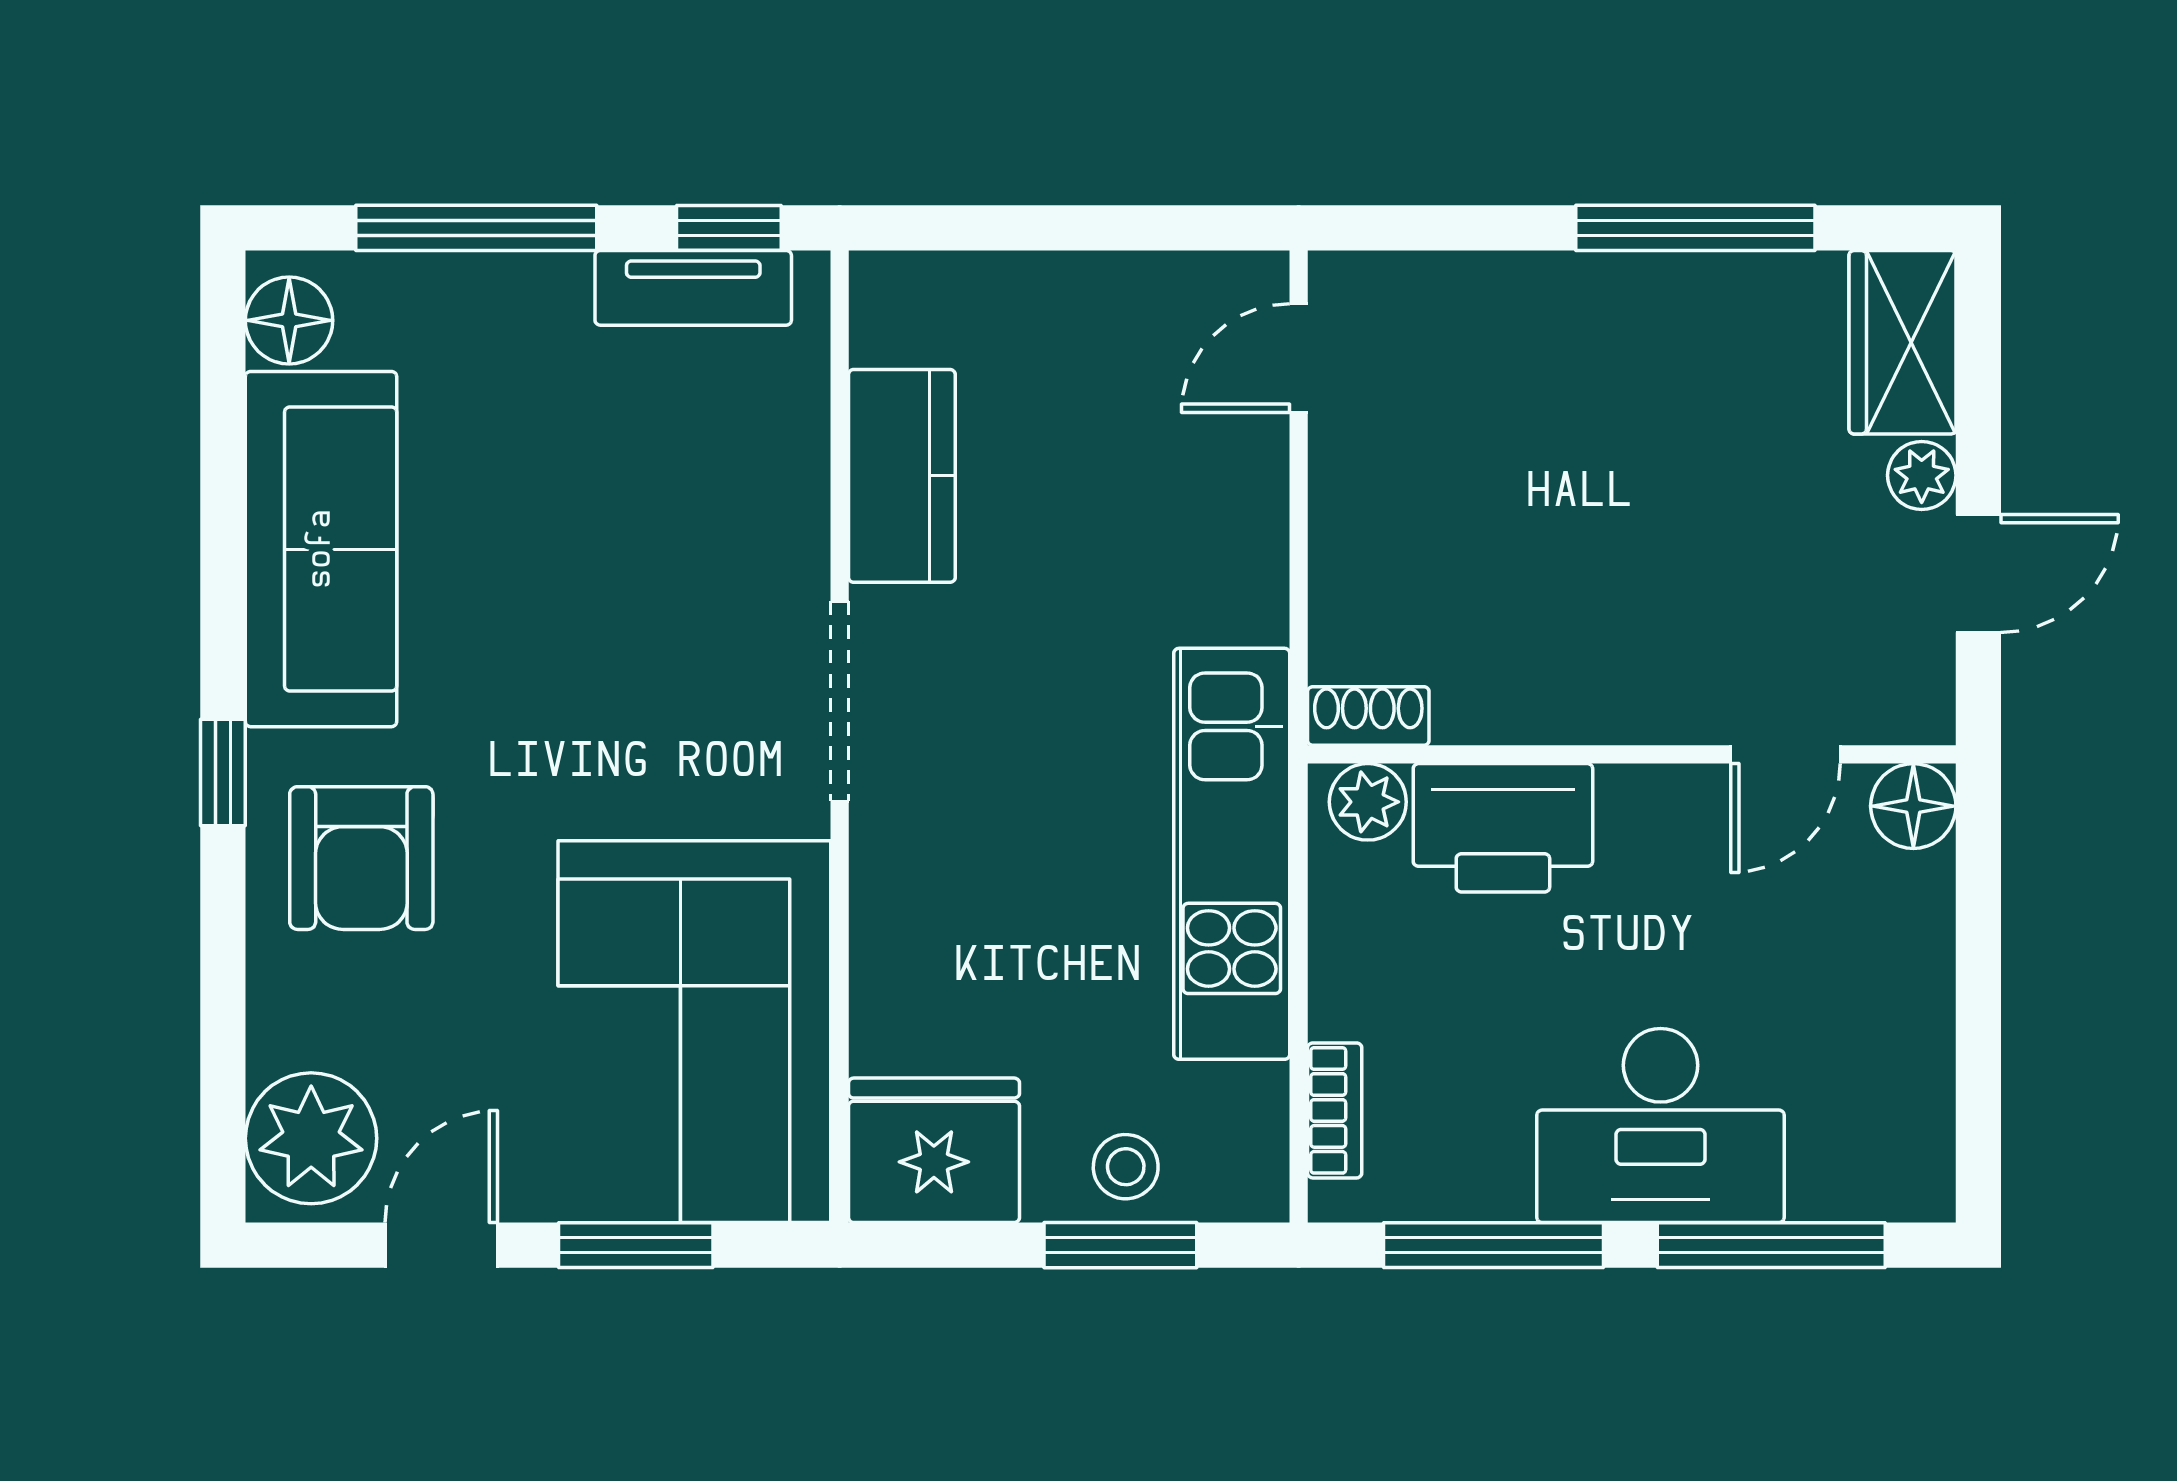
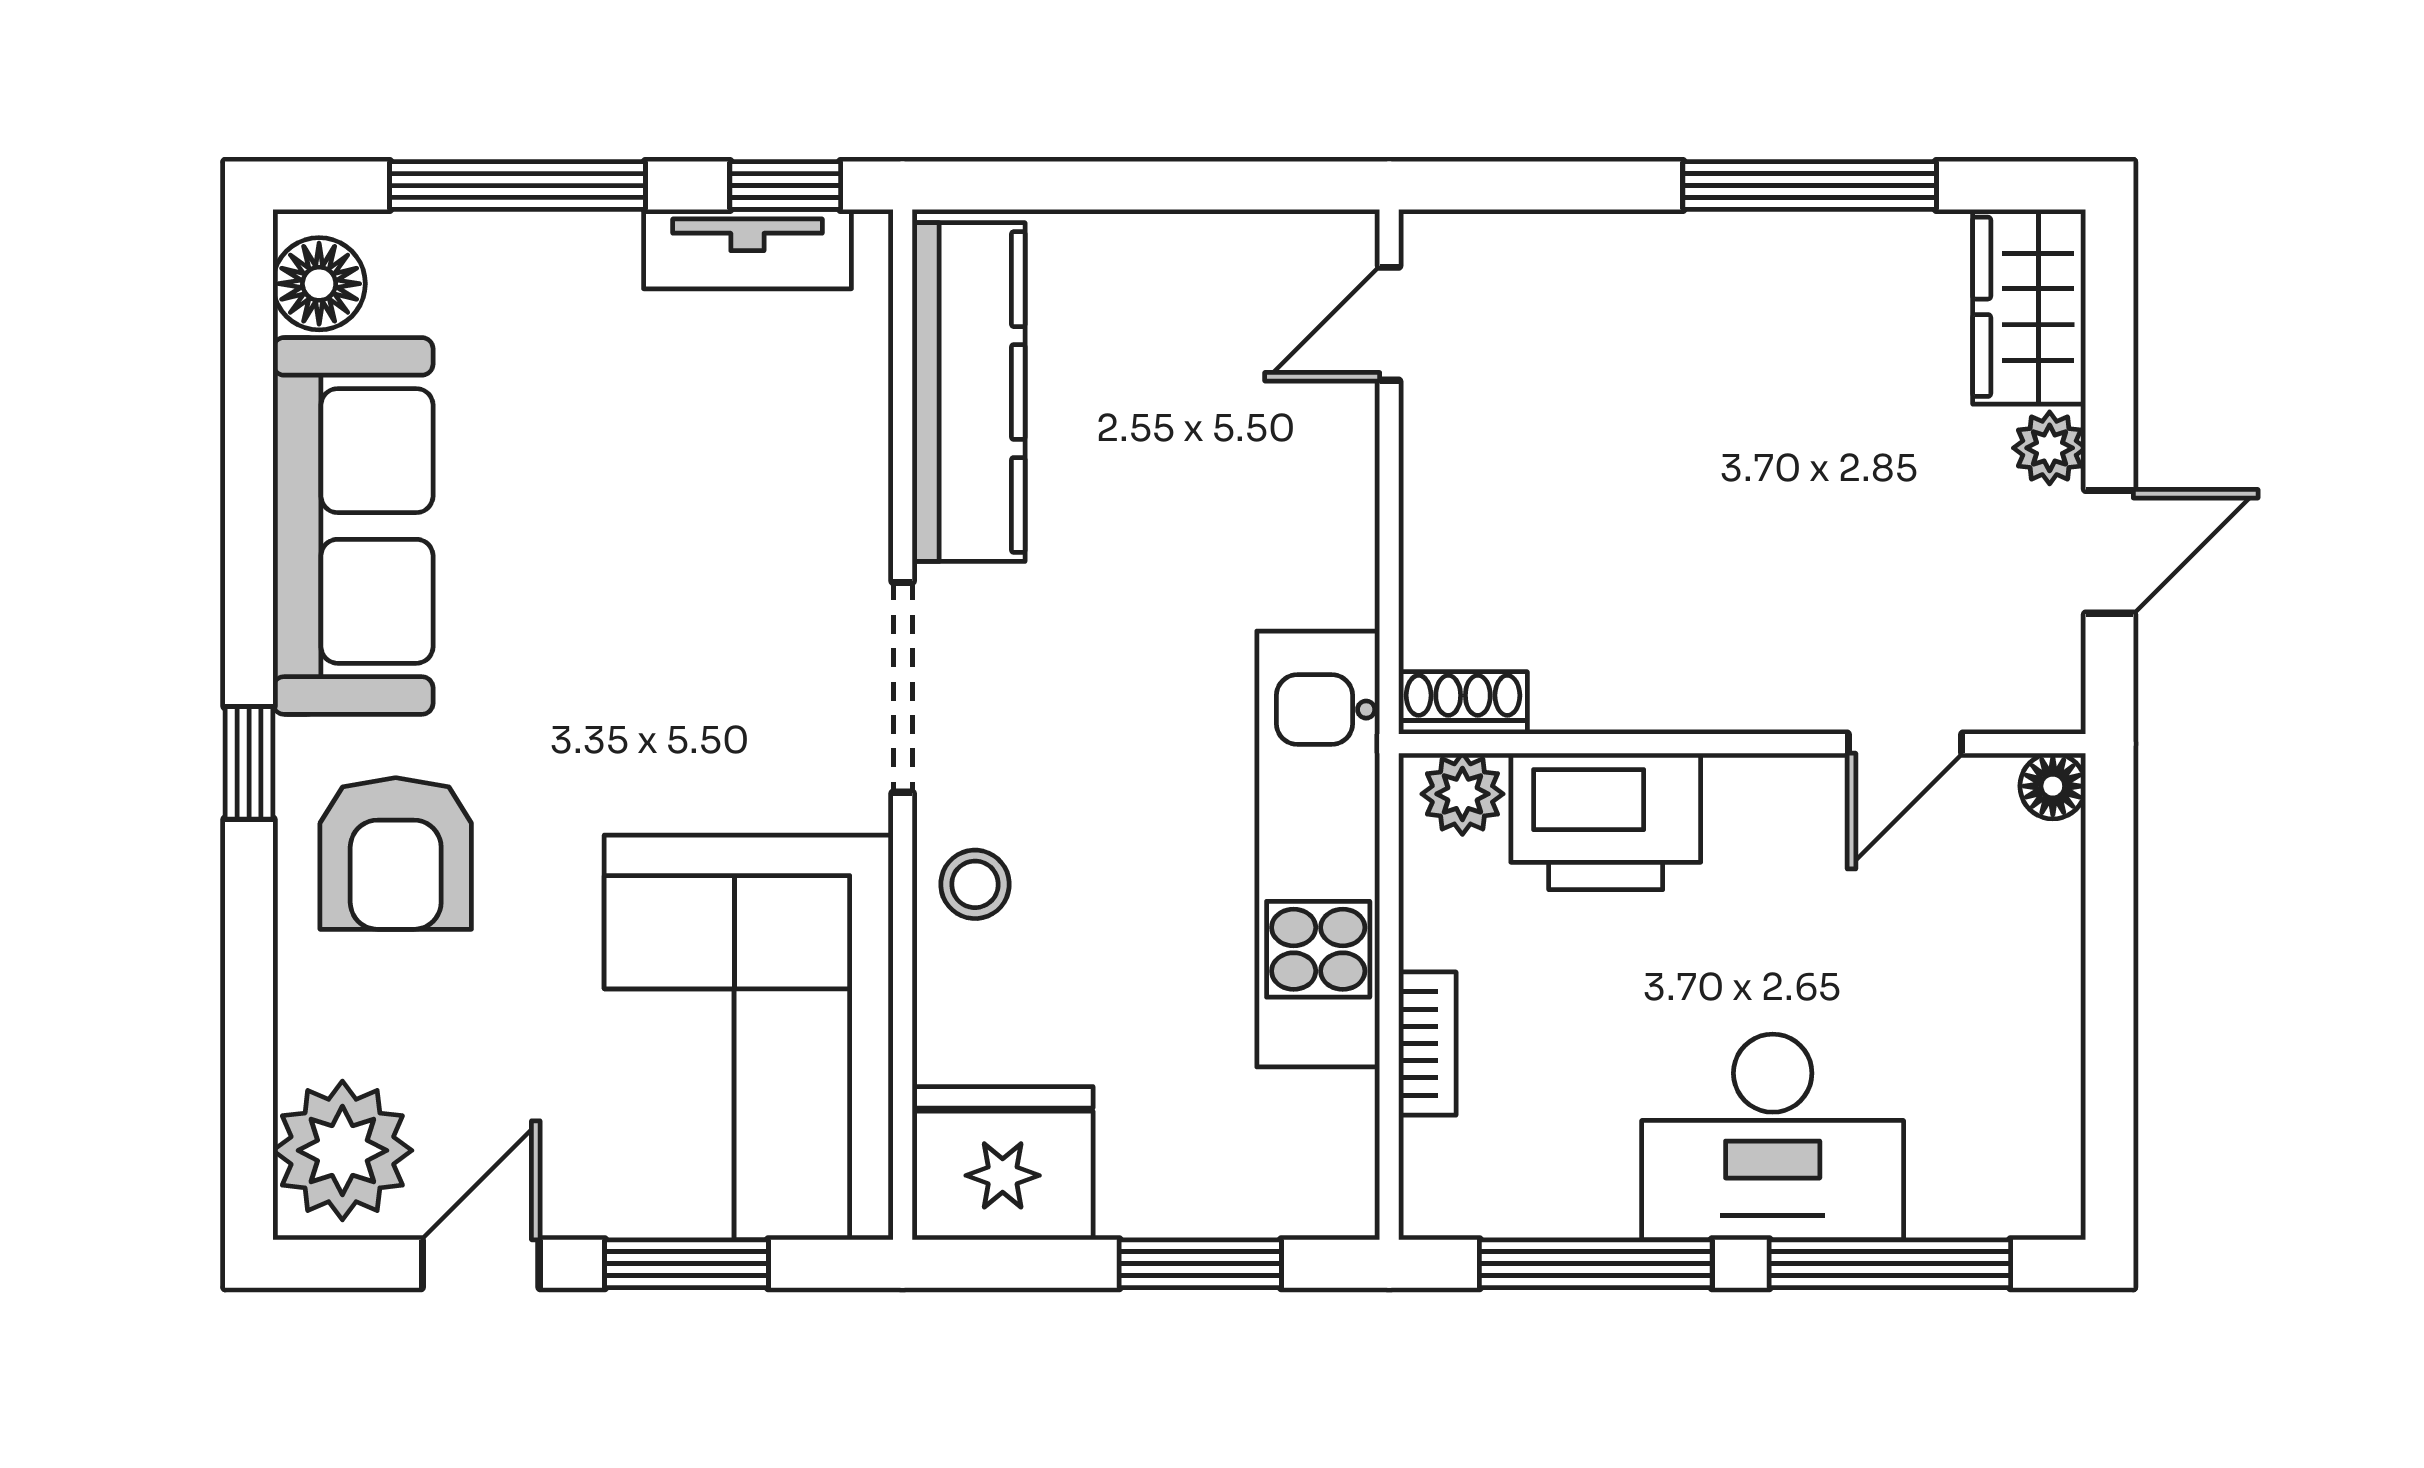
kitchen counter: (902, 476) -> (969, 392), width x1.50
floor lamp: (1913, 806) -> (2053, 786), width x0.73, depth x0.73
bookcase: (1335, 1110) -> (1427, 1044), moved
stool: (1126, 1167) -> (975, 884), moved

